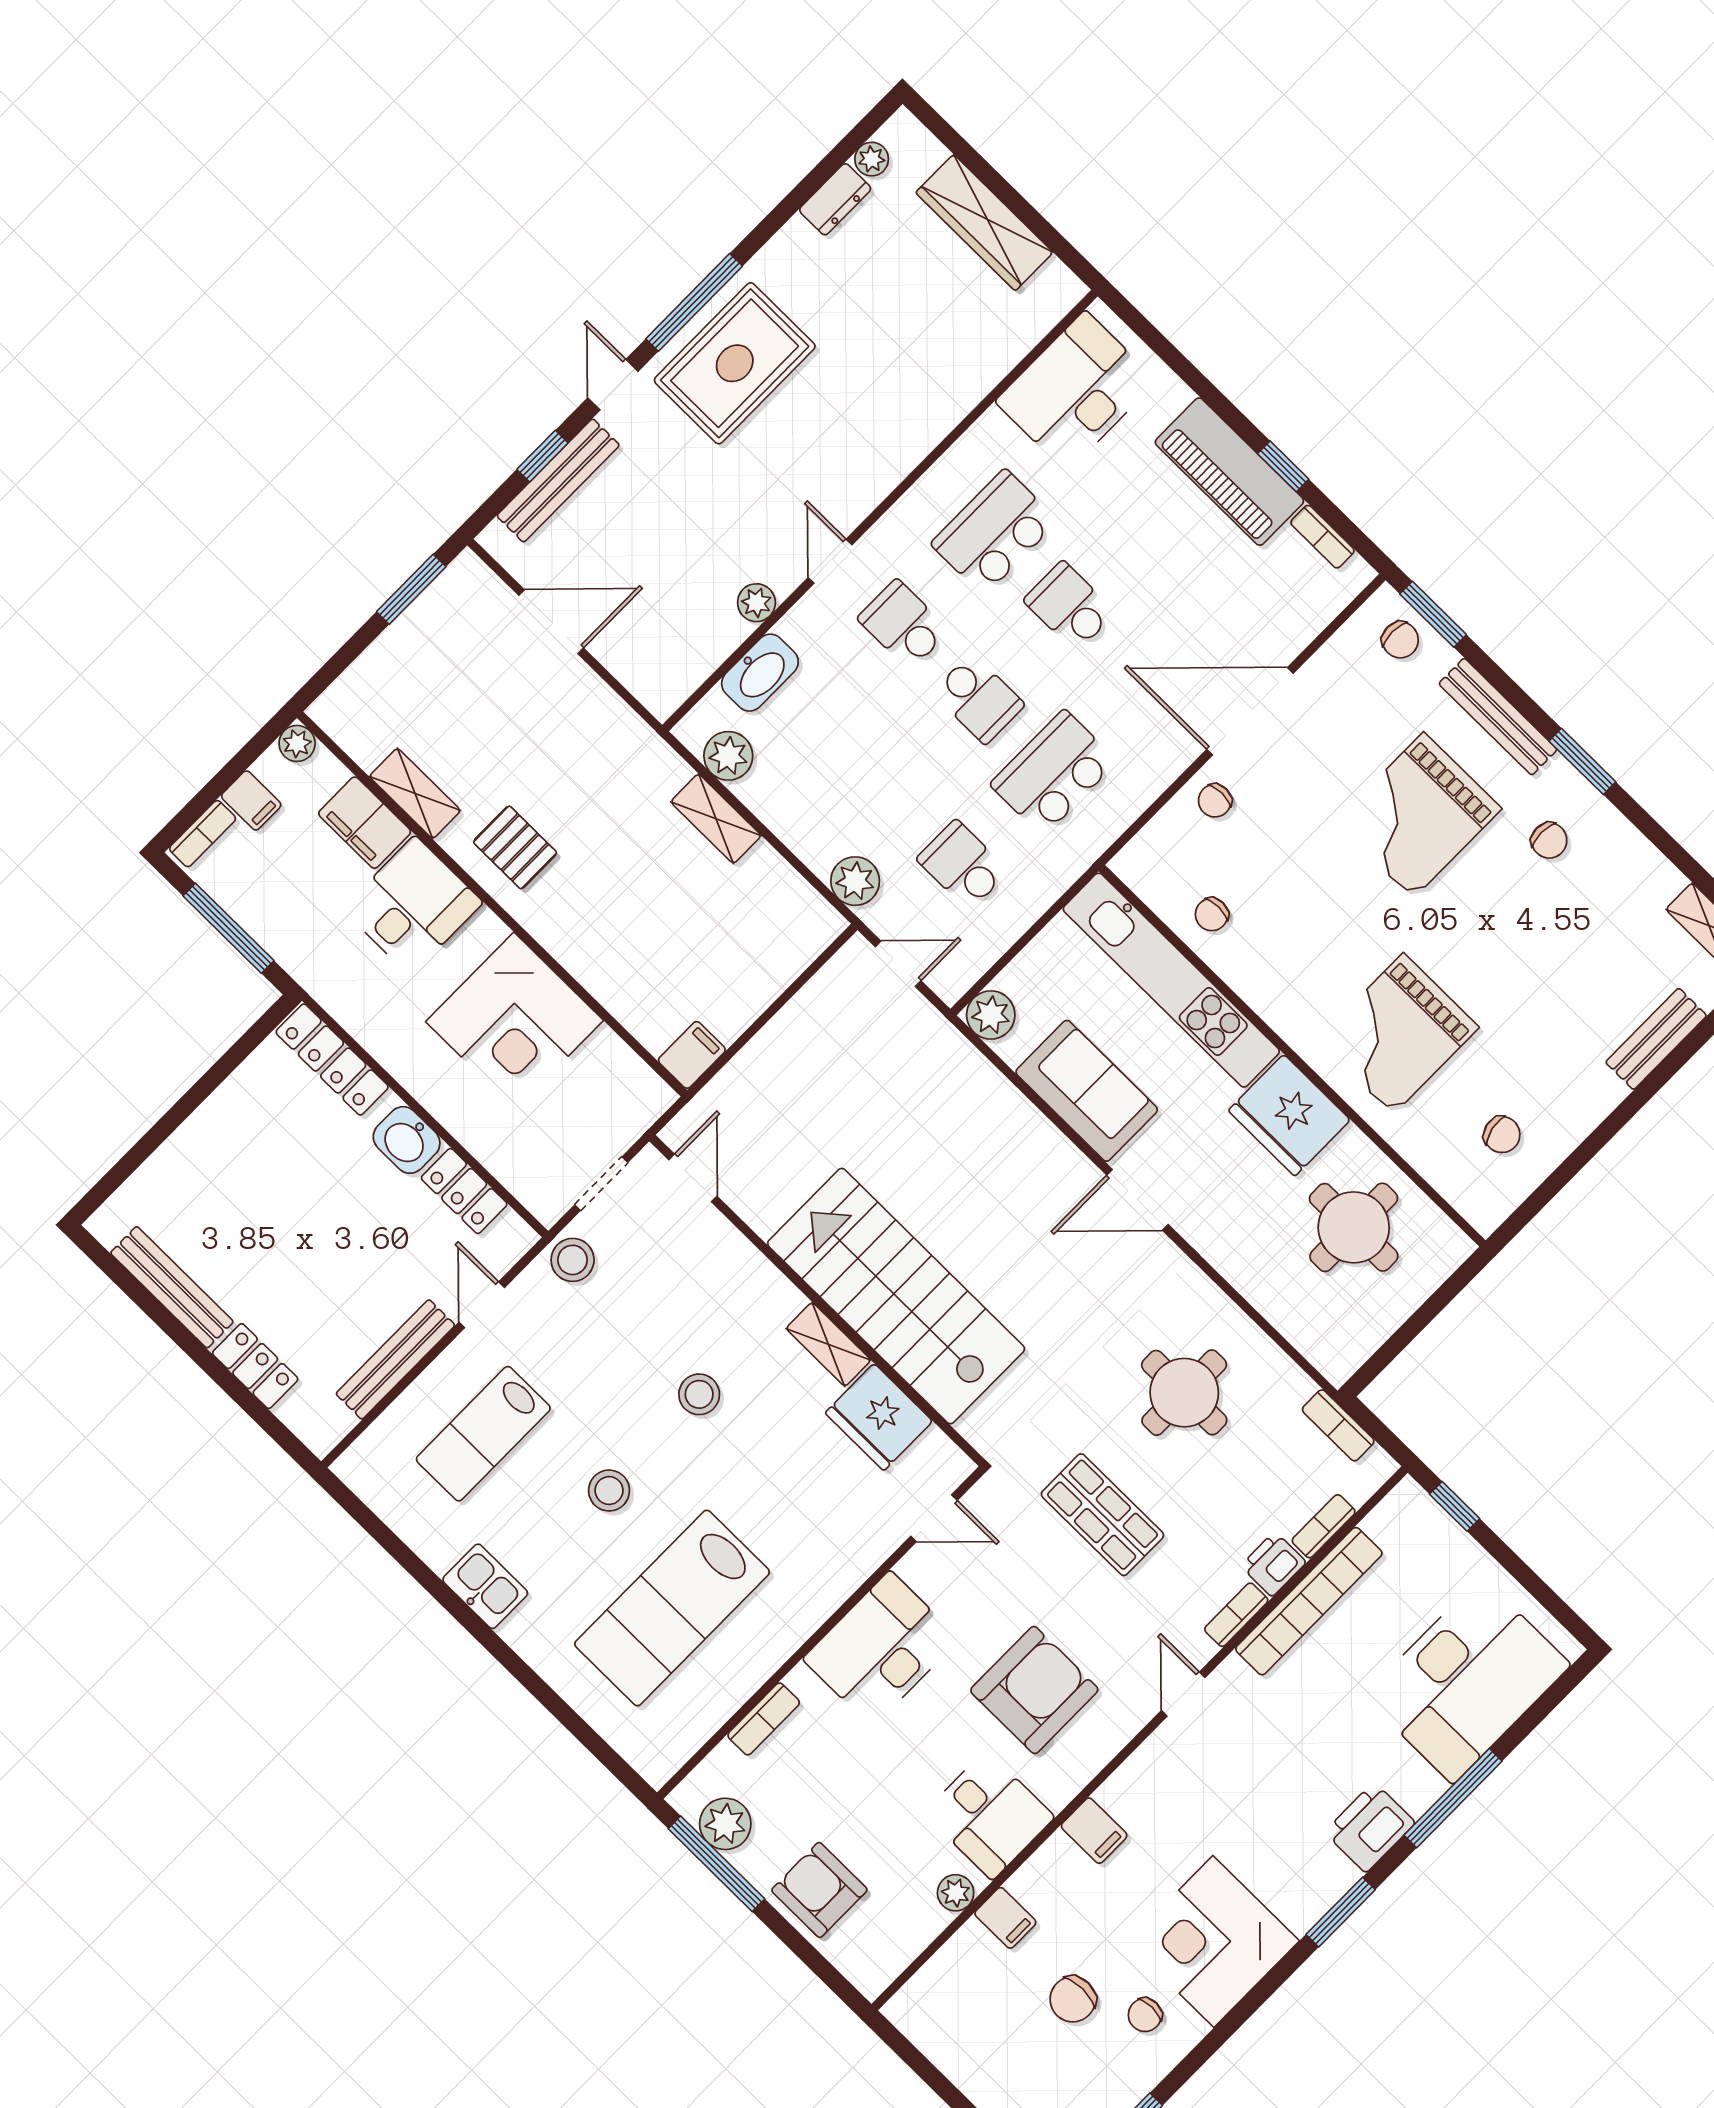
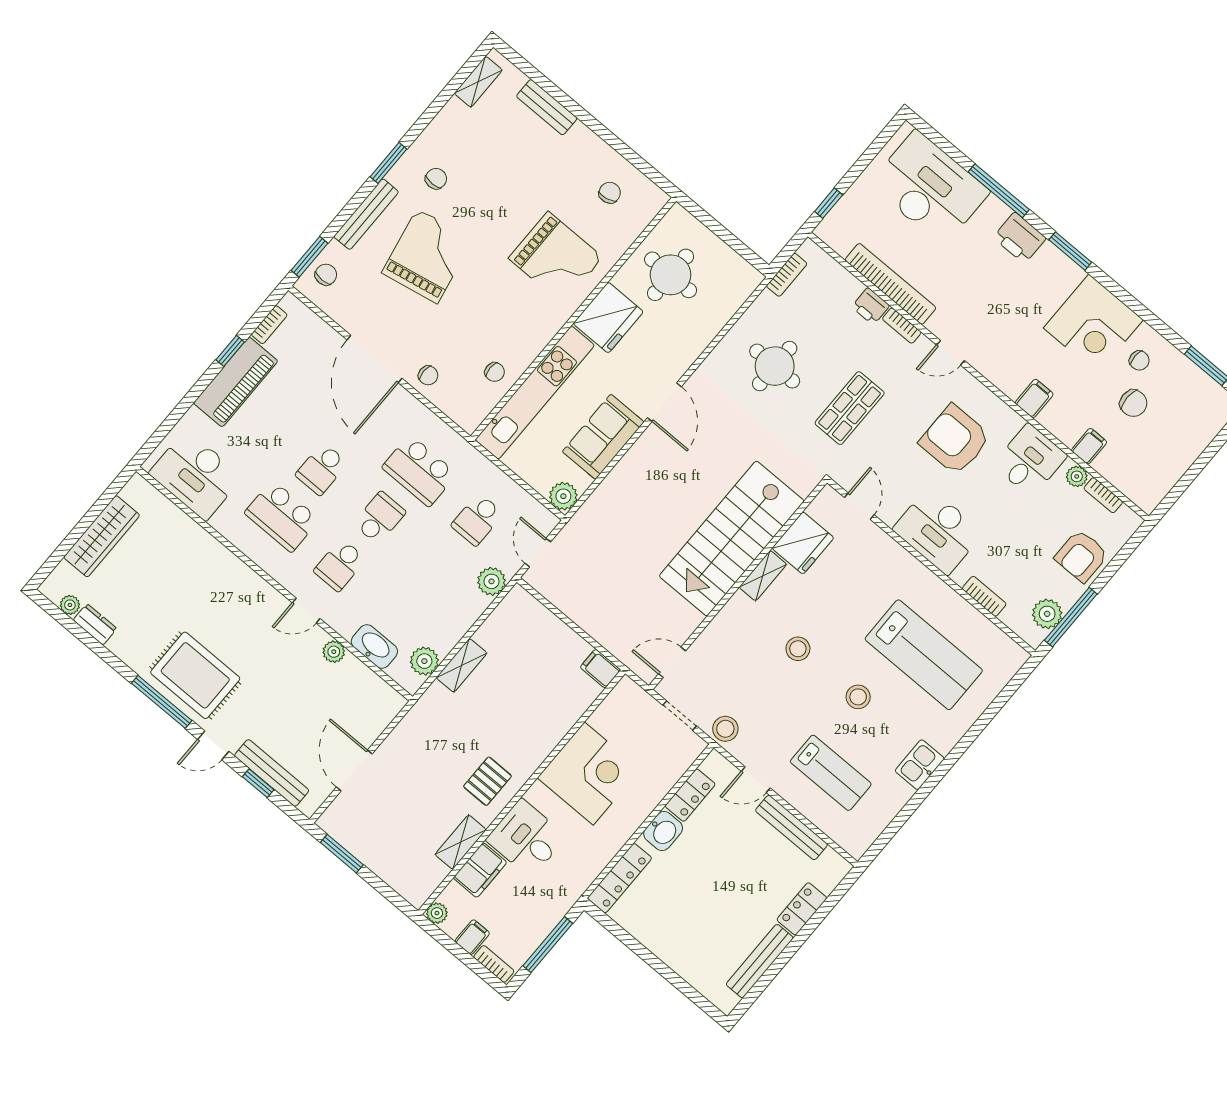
grand piano: (1418, 815) -> (427, 256), turned -101
bookcase: (1324, 1526) -> (1103, 495), moved

